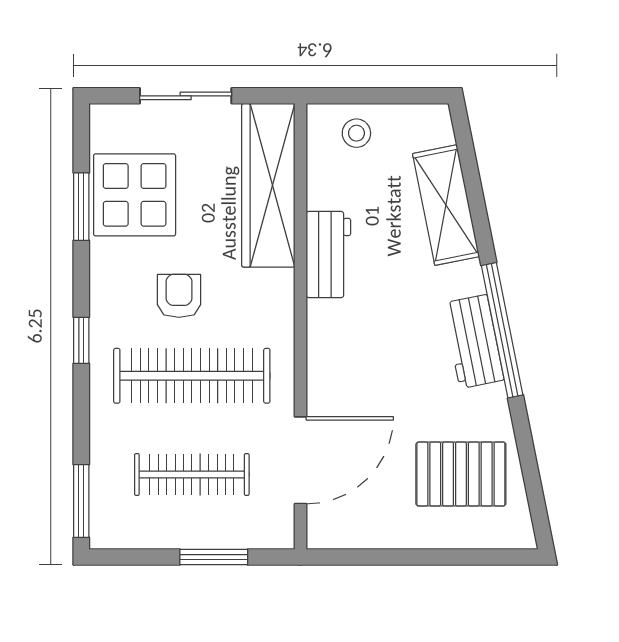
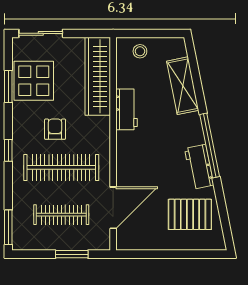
sliding door: (186, 96) -> (41, 33), moved
workbench: (473, 342) -> (199, 167), moved

